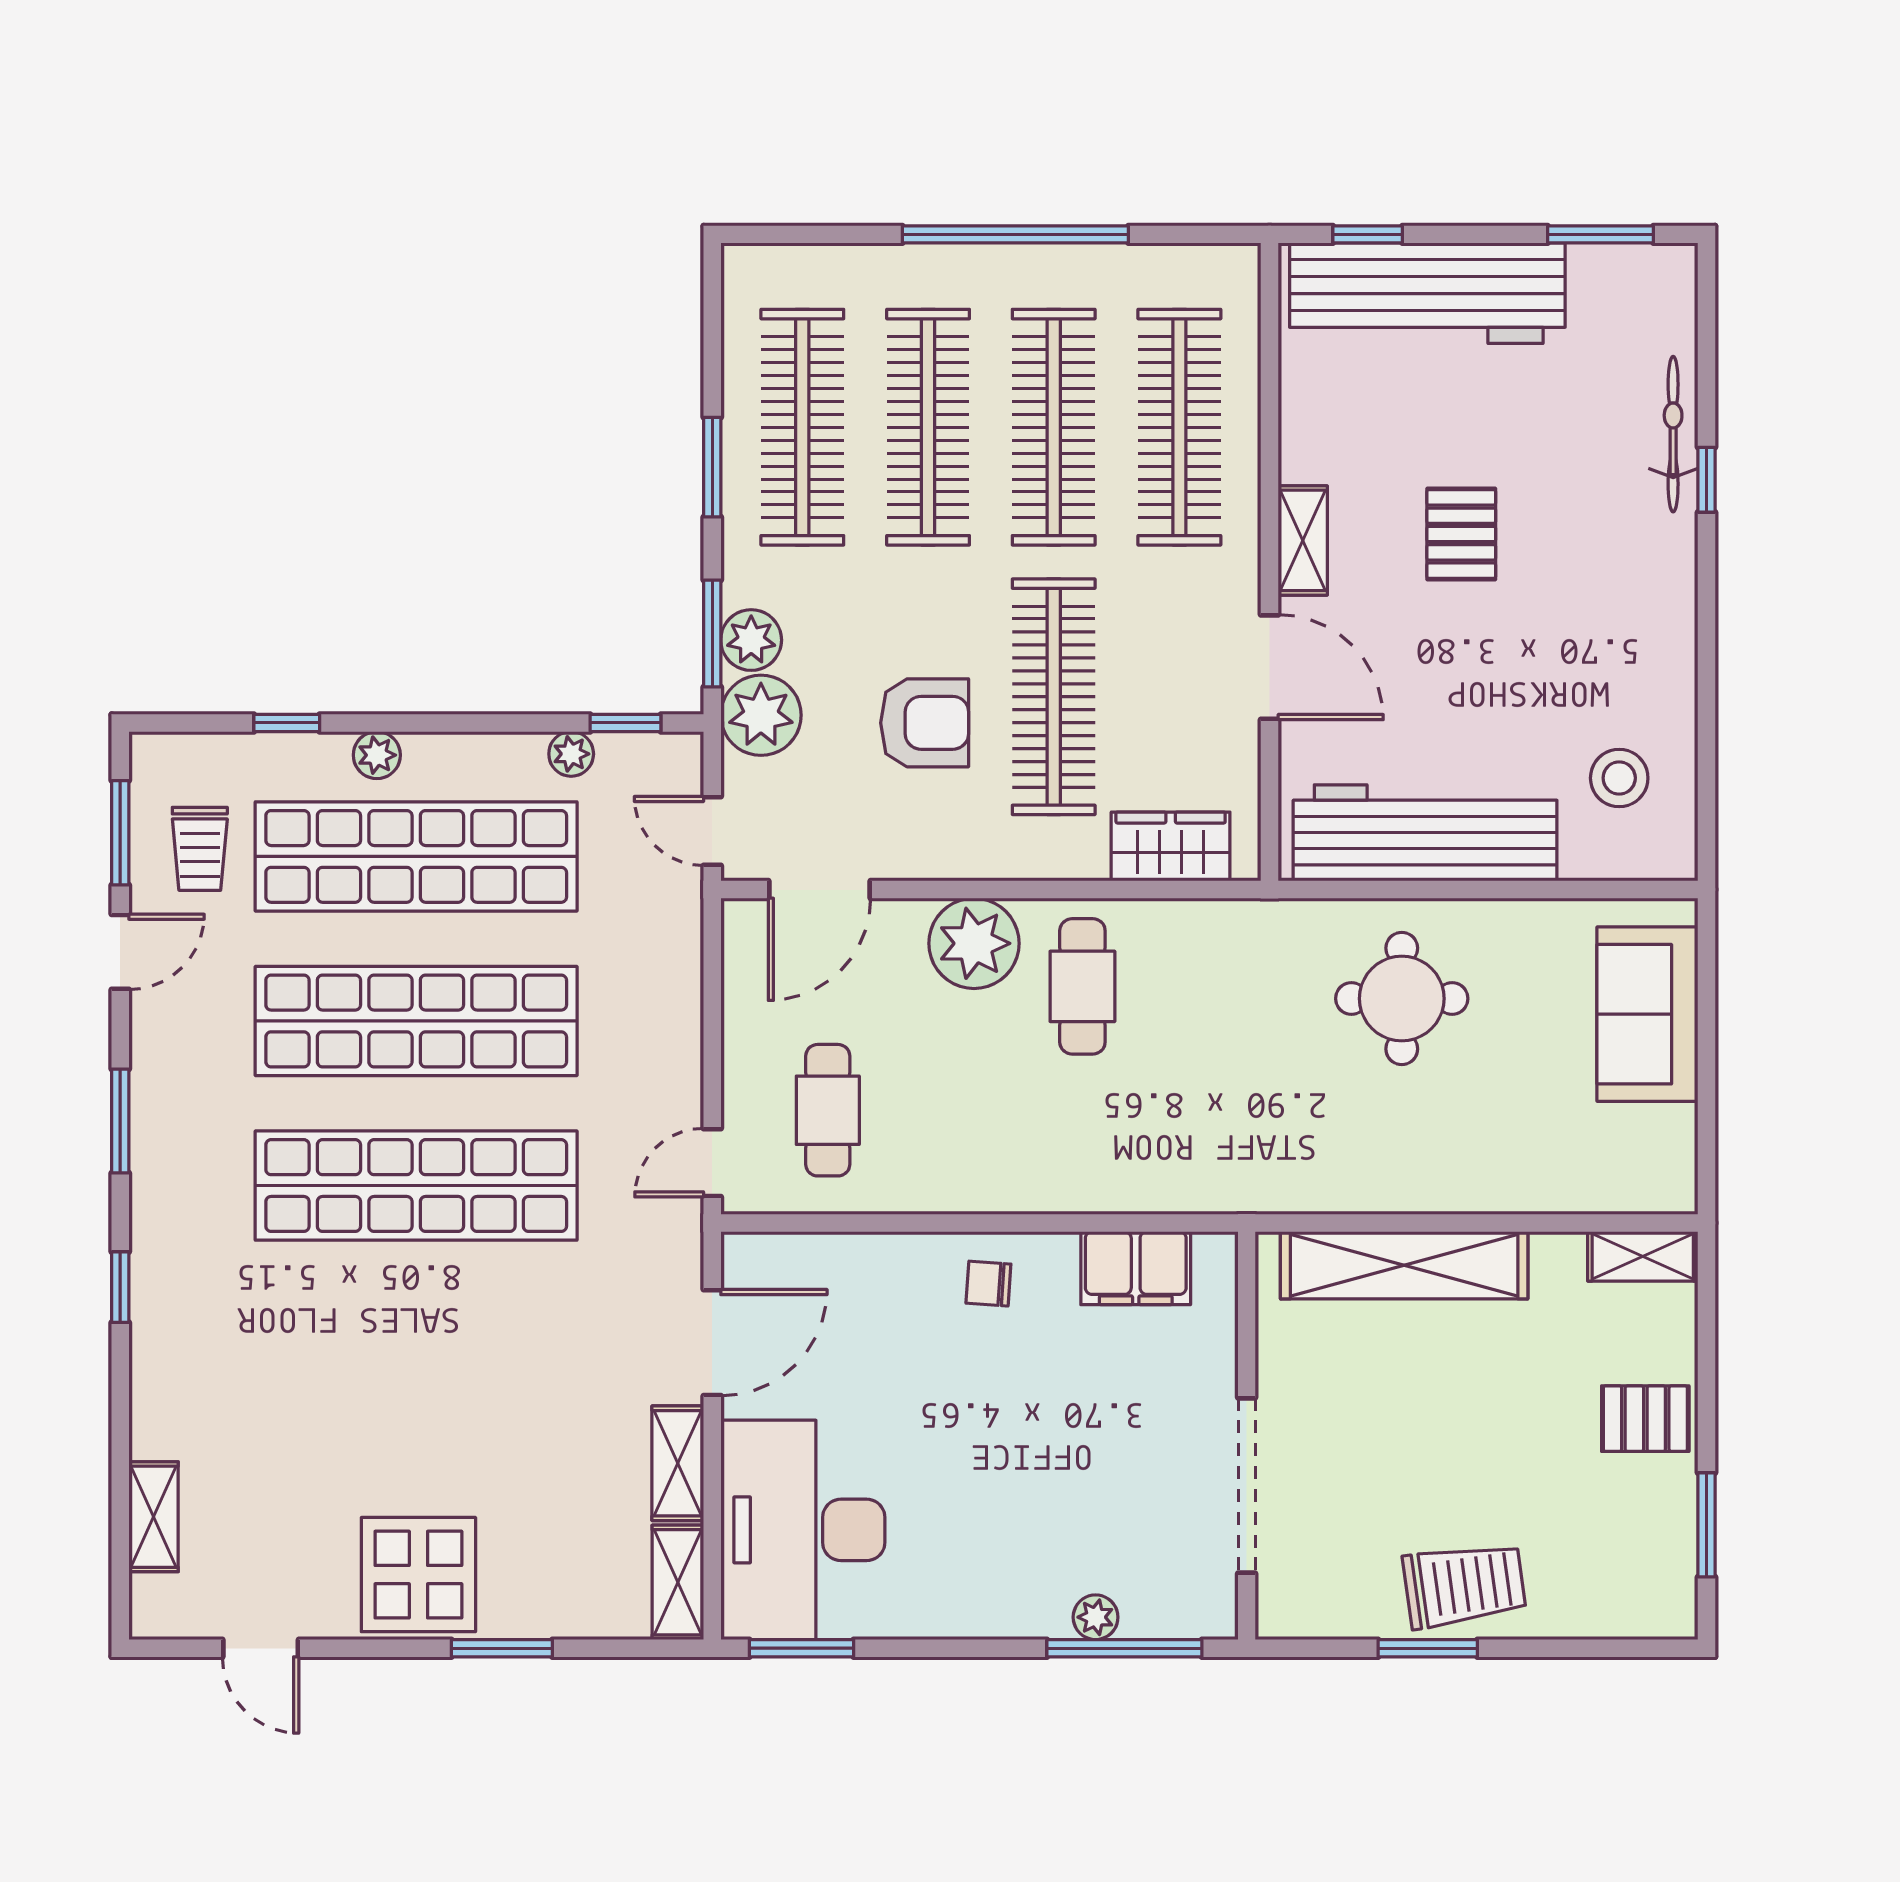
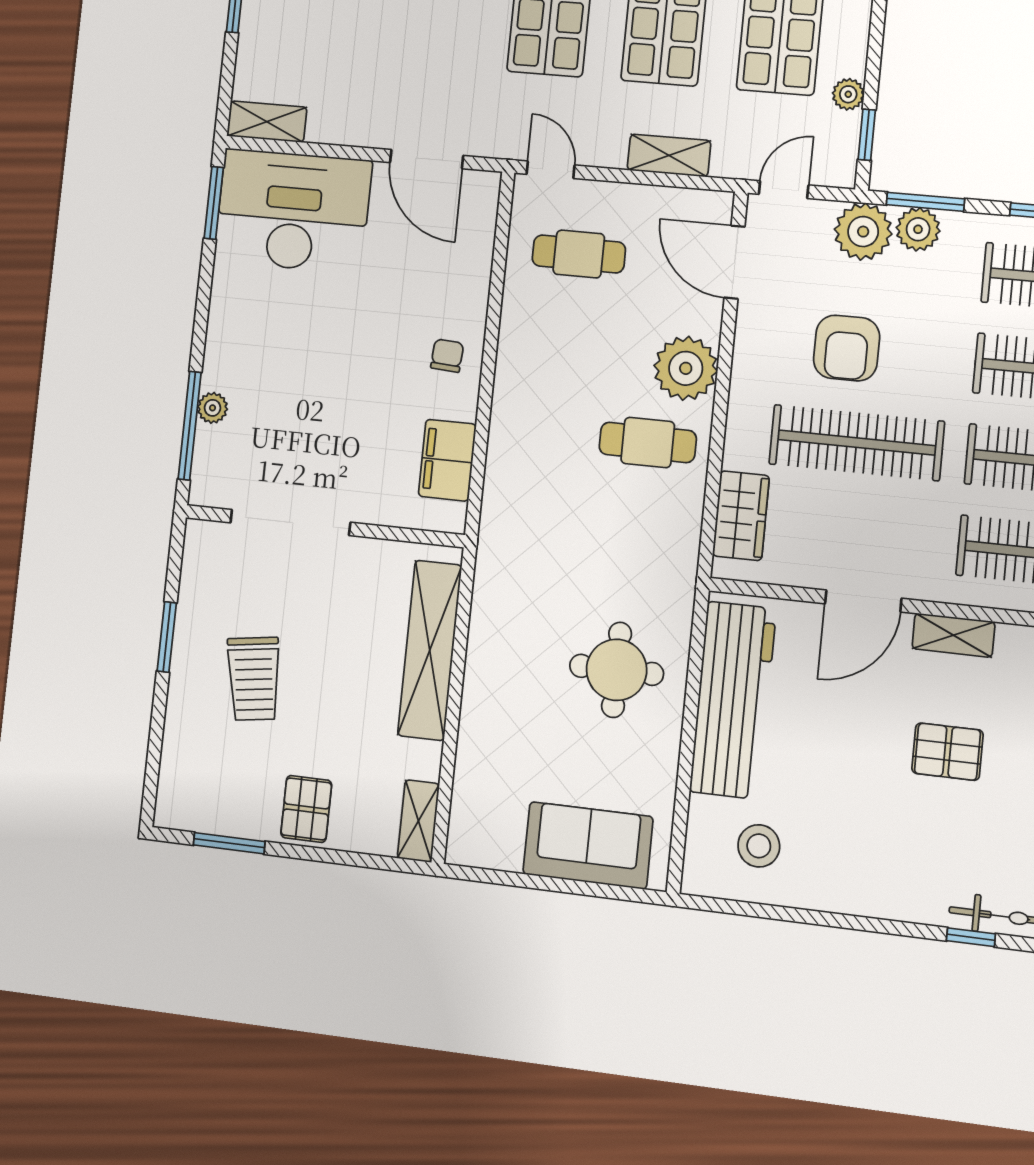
shelving: (678, 1463) -> (669, 155), moved
trolley: (1464, 1585) -> (254, 679), moved

